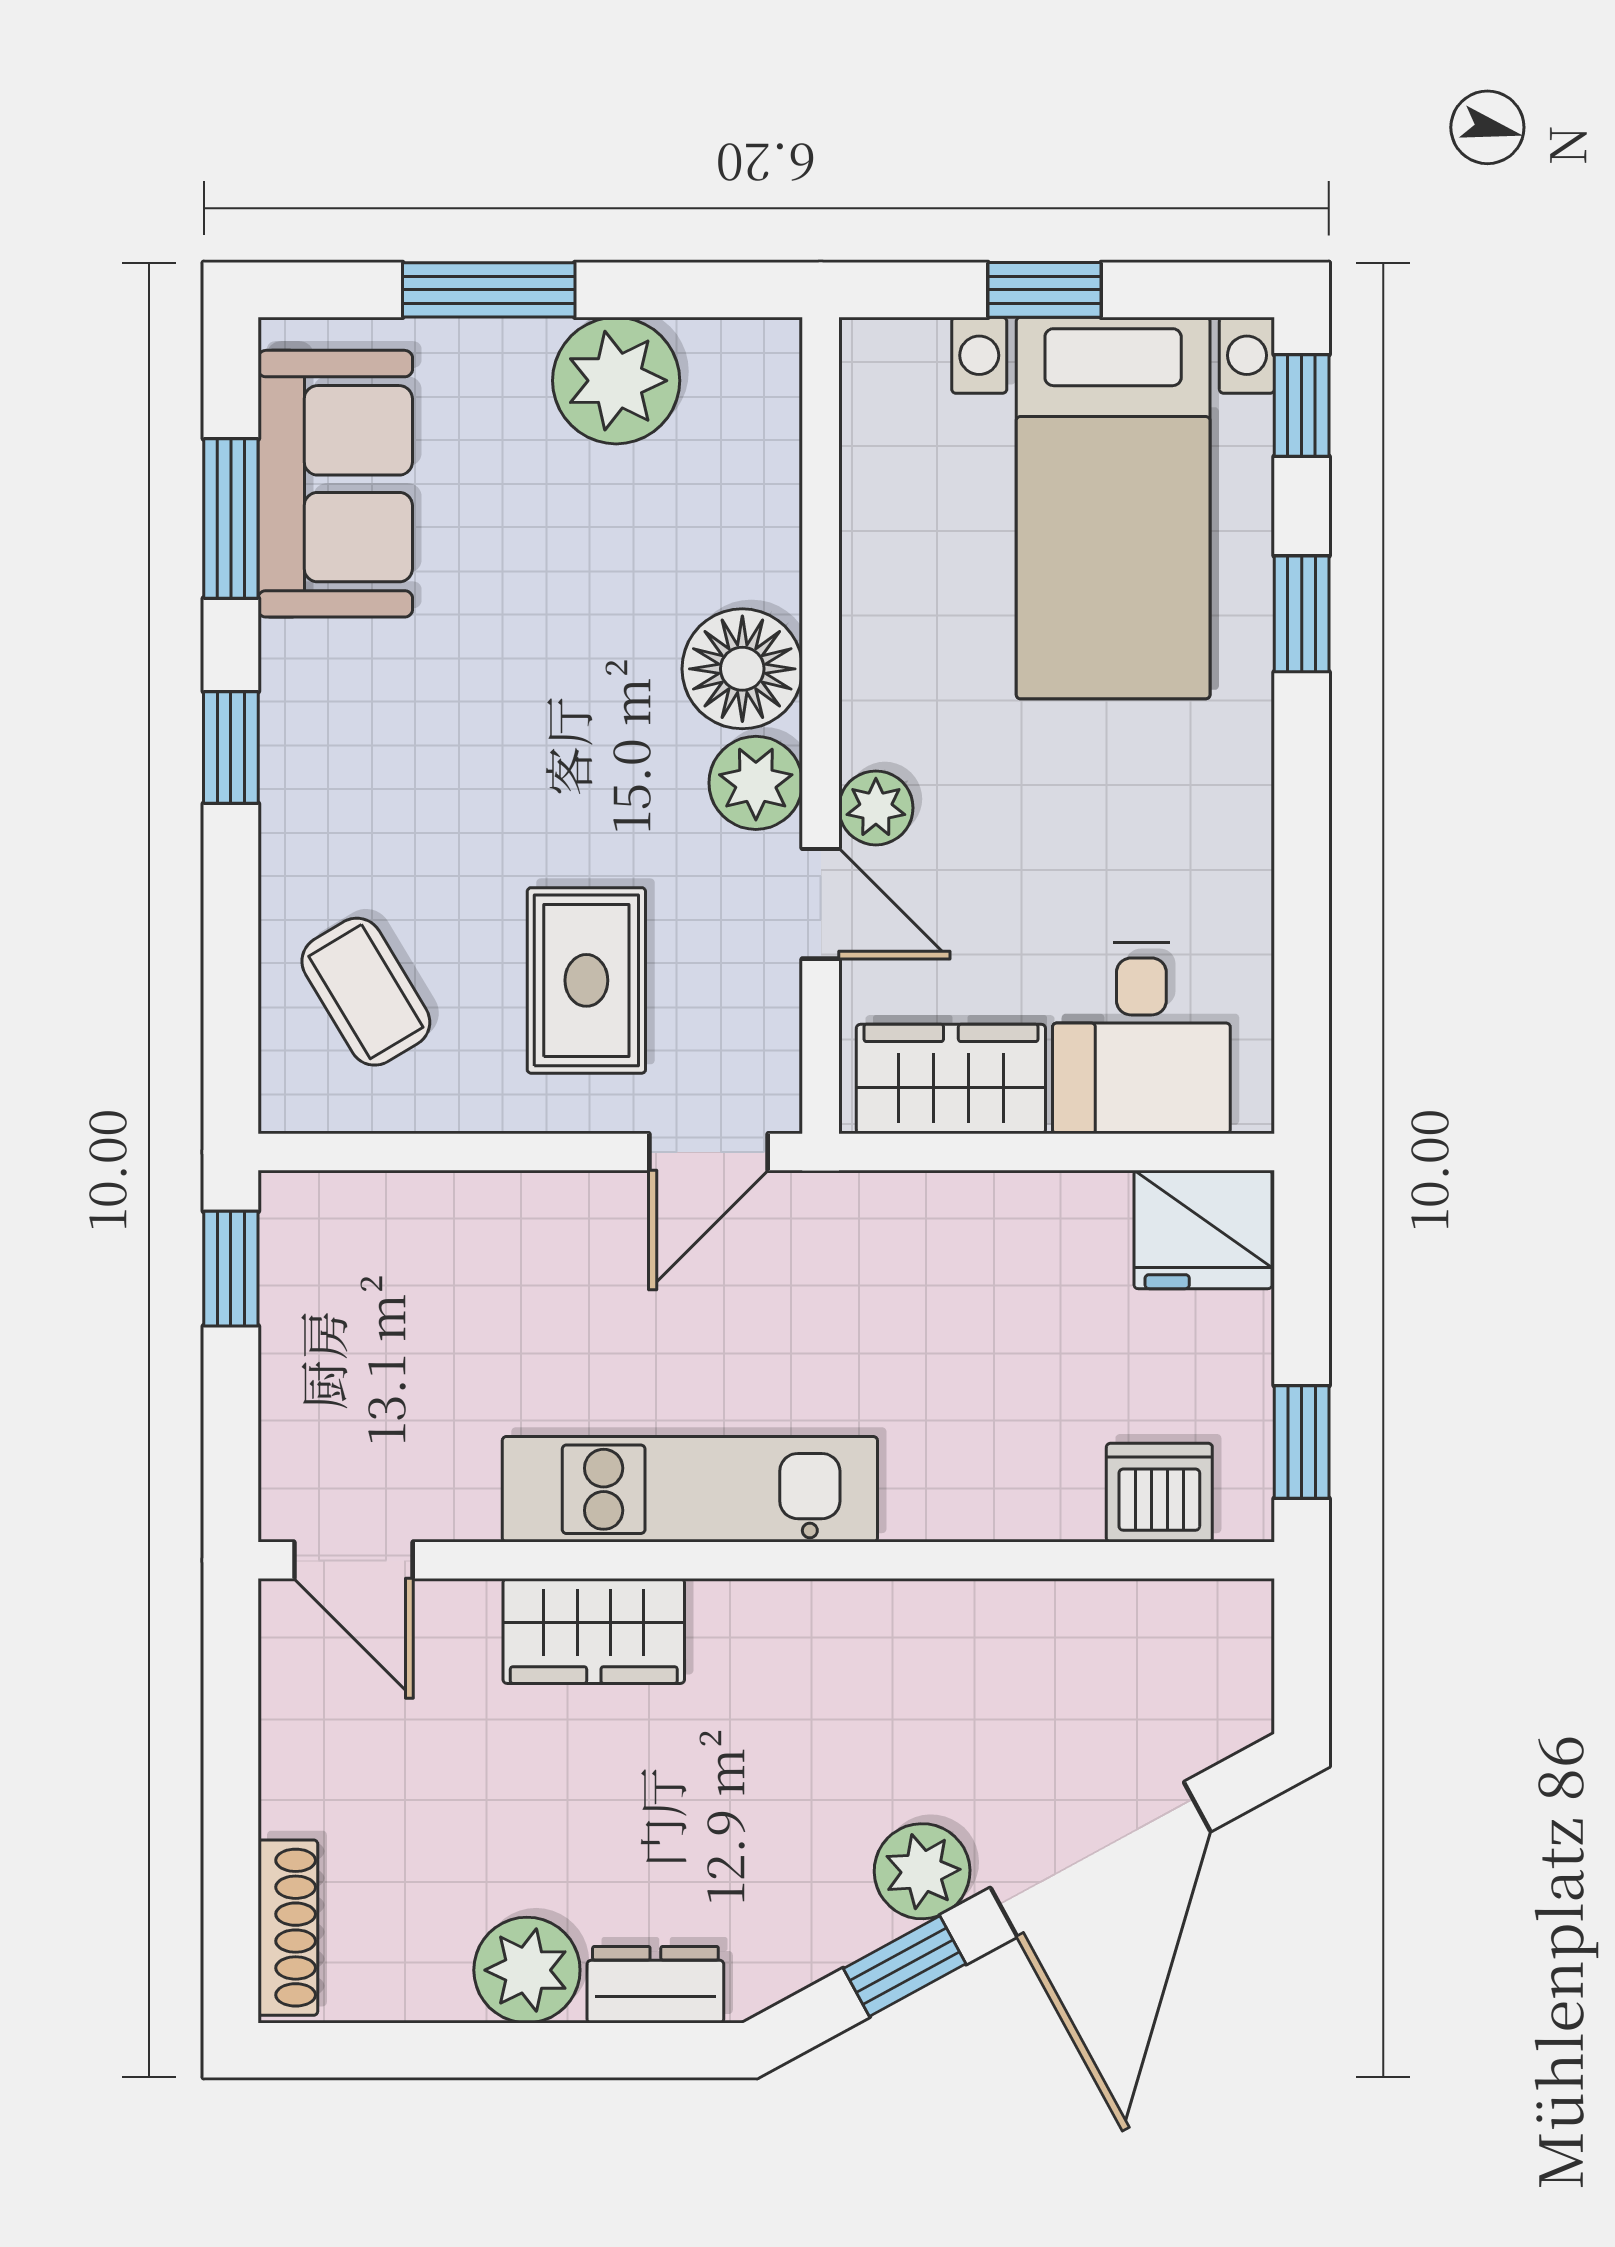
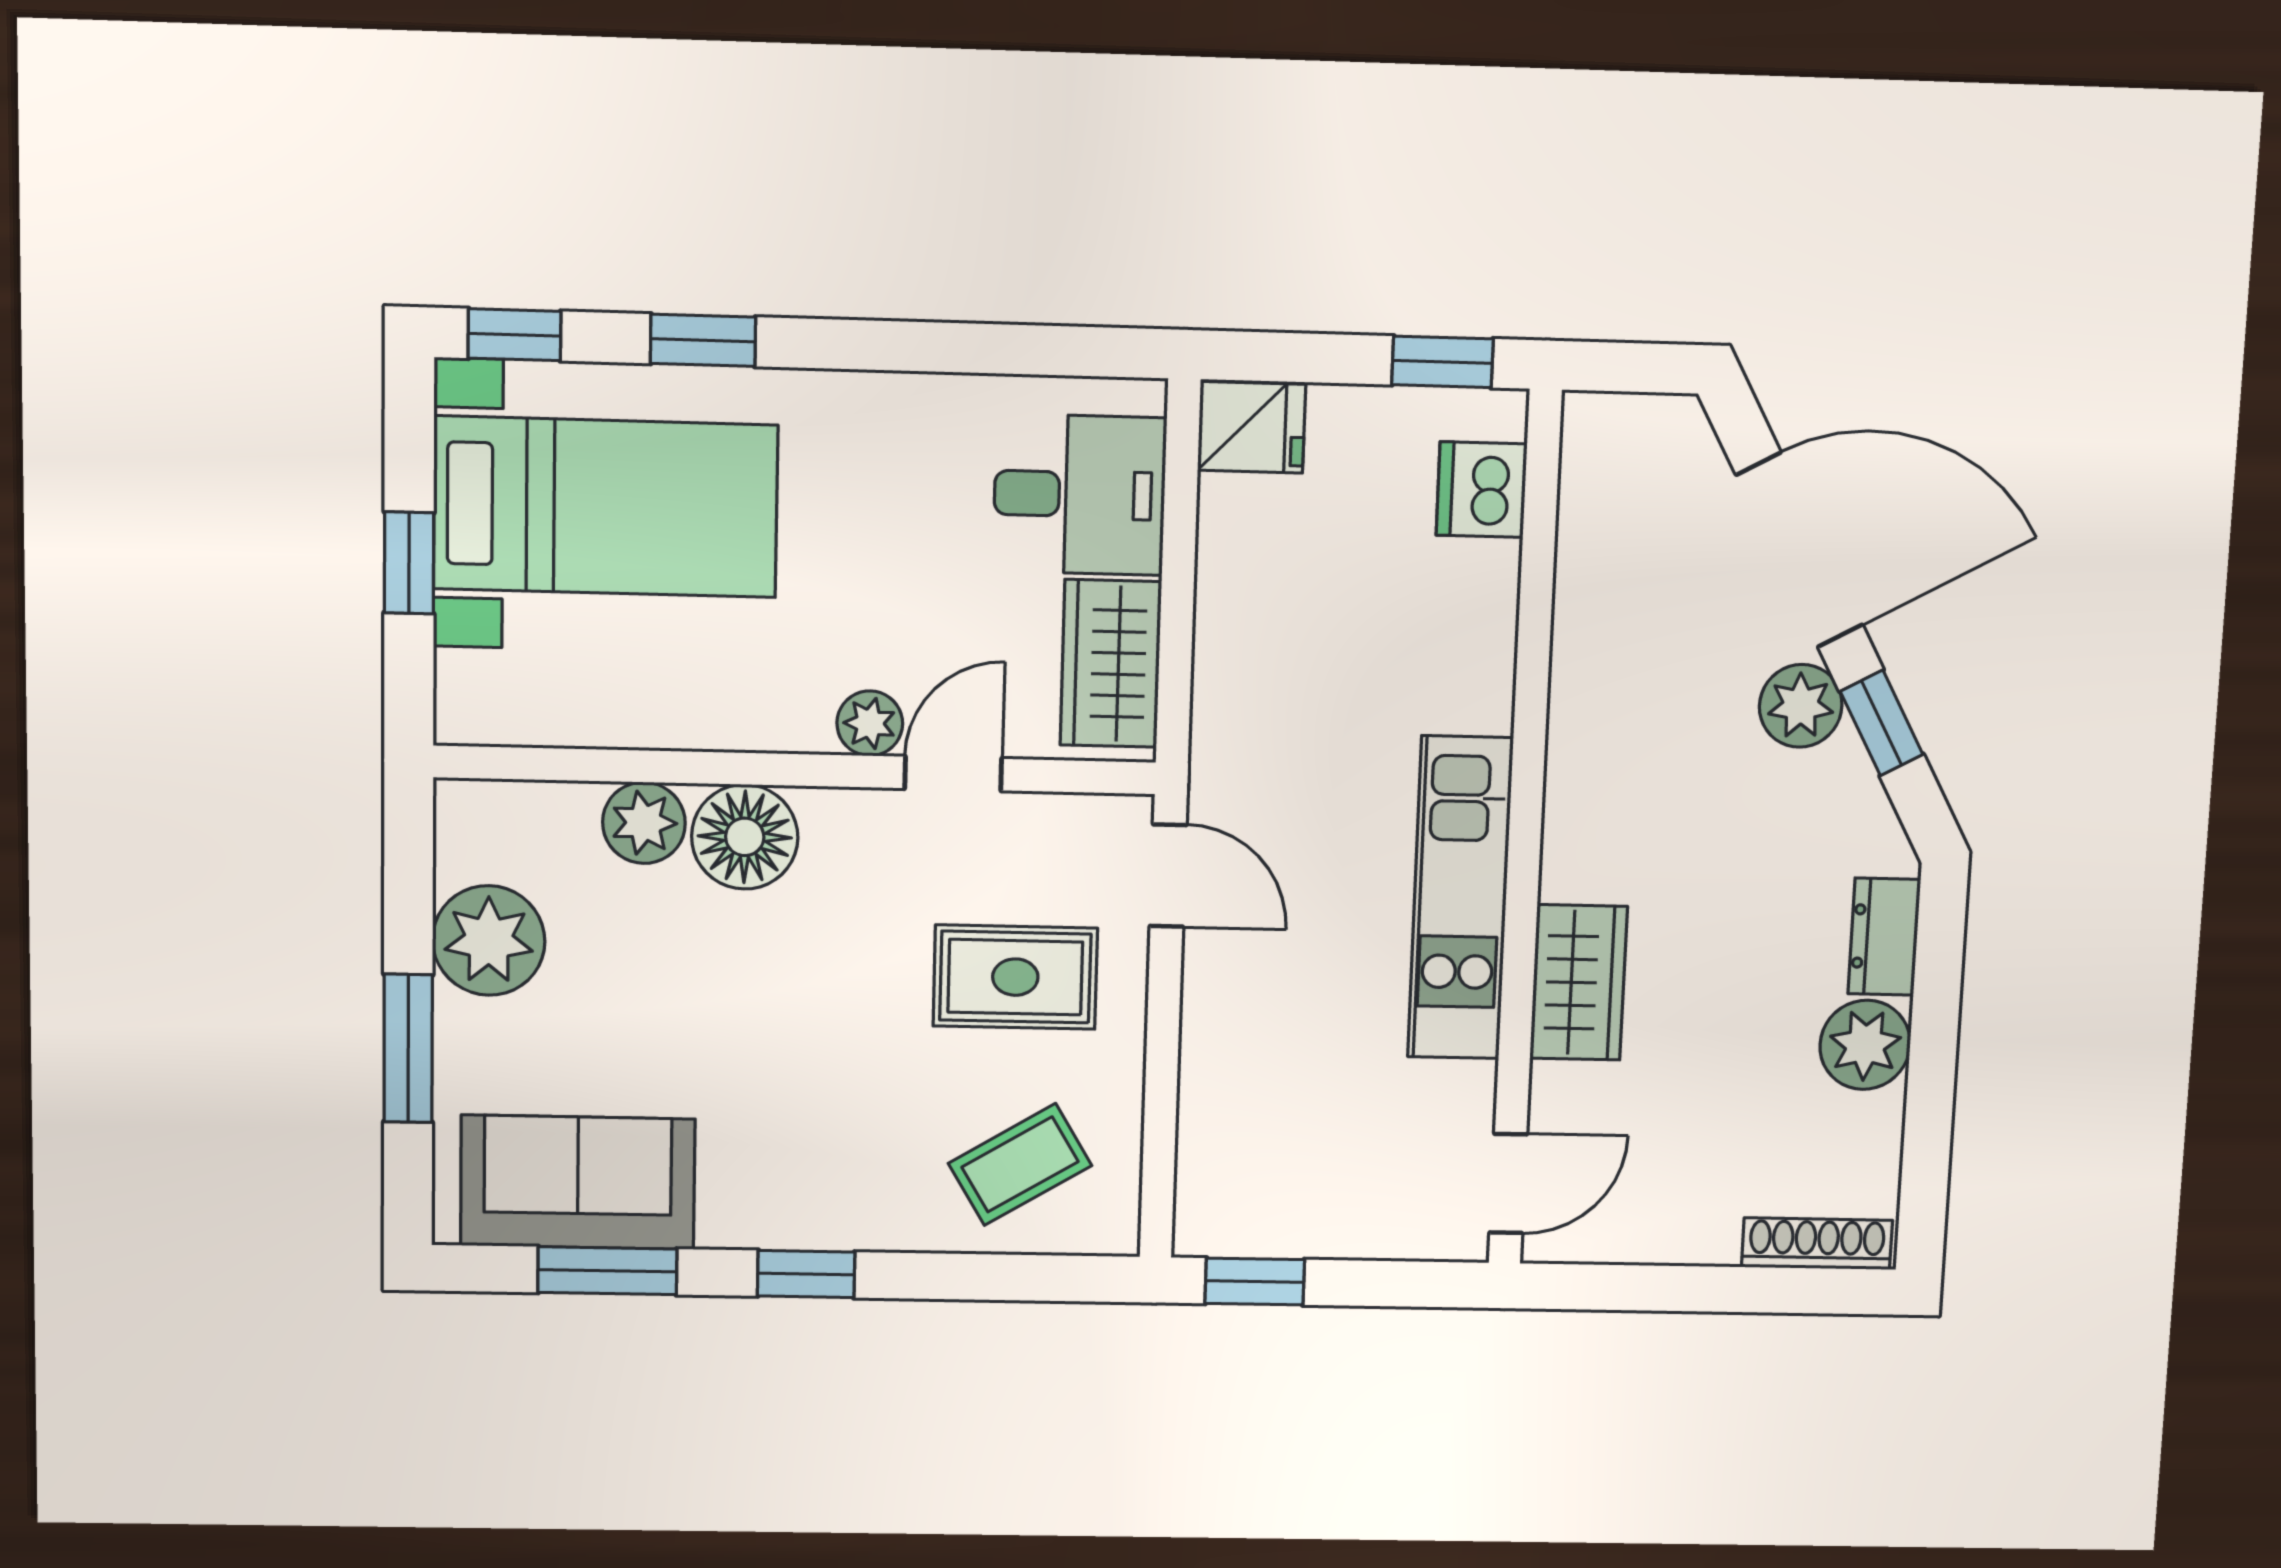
plant: (756, 783) -> (644, 823), moved
fridge: (1203, 1229) -> (1252, 427), width x0.72

